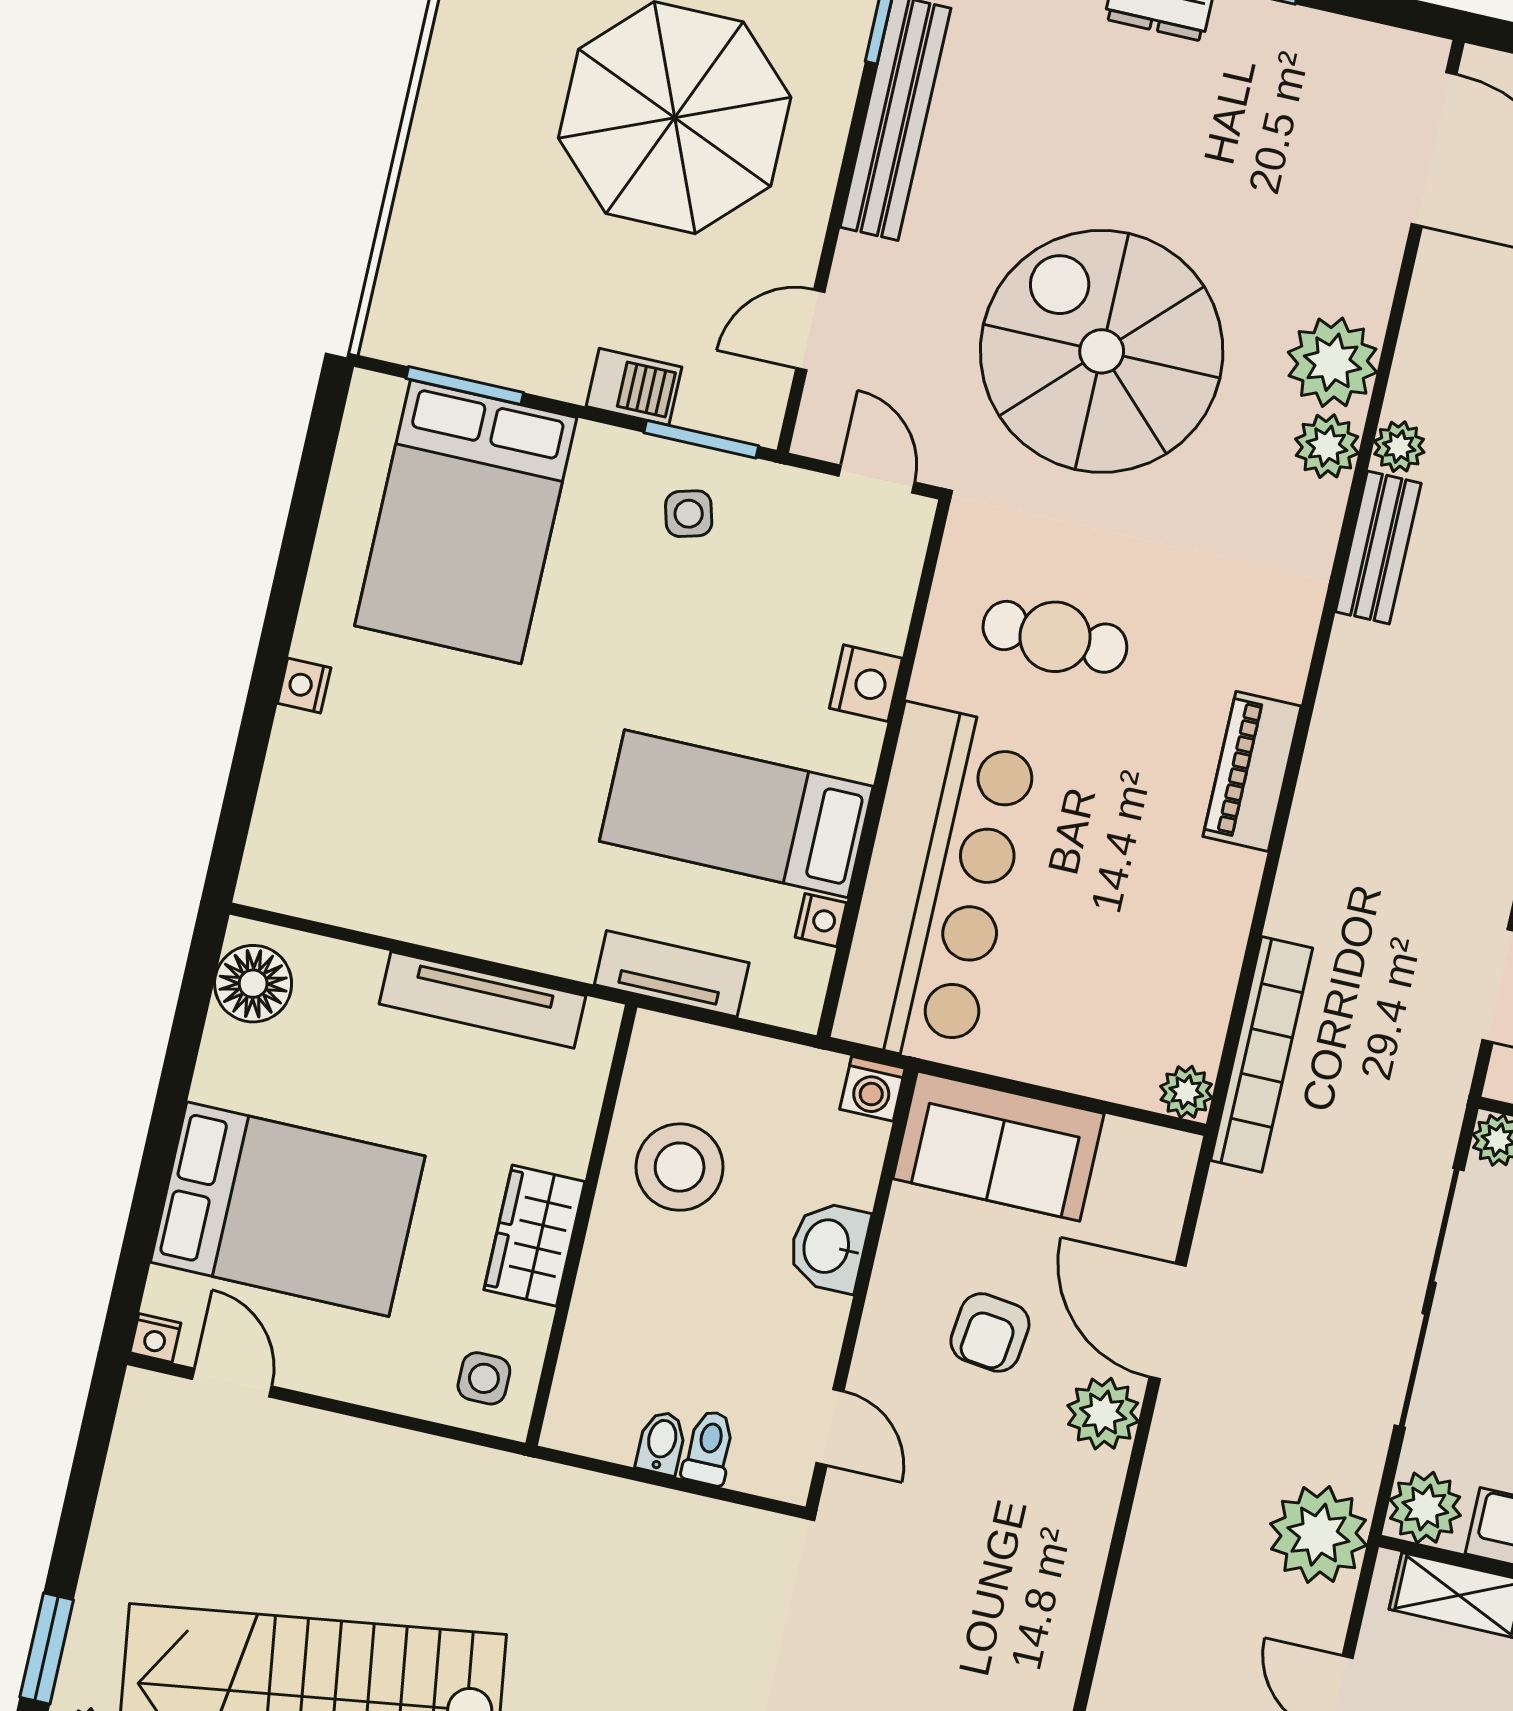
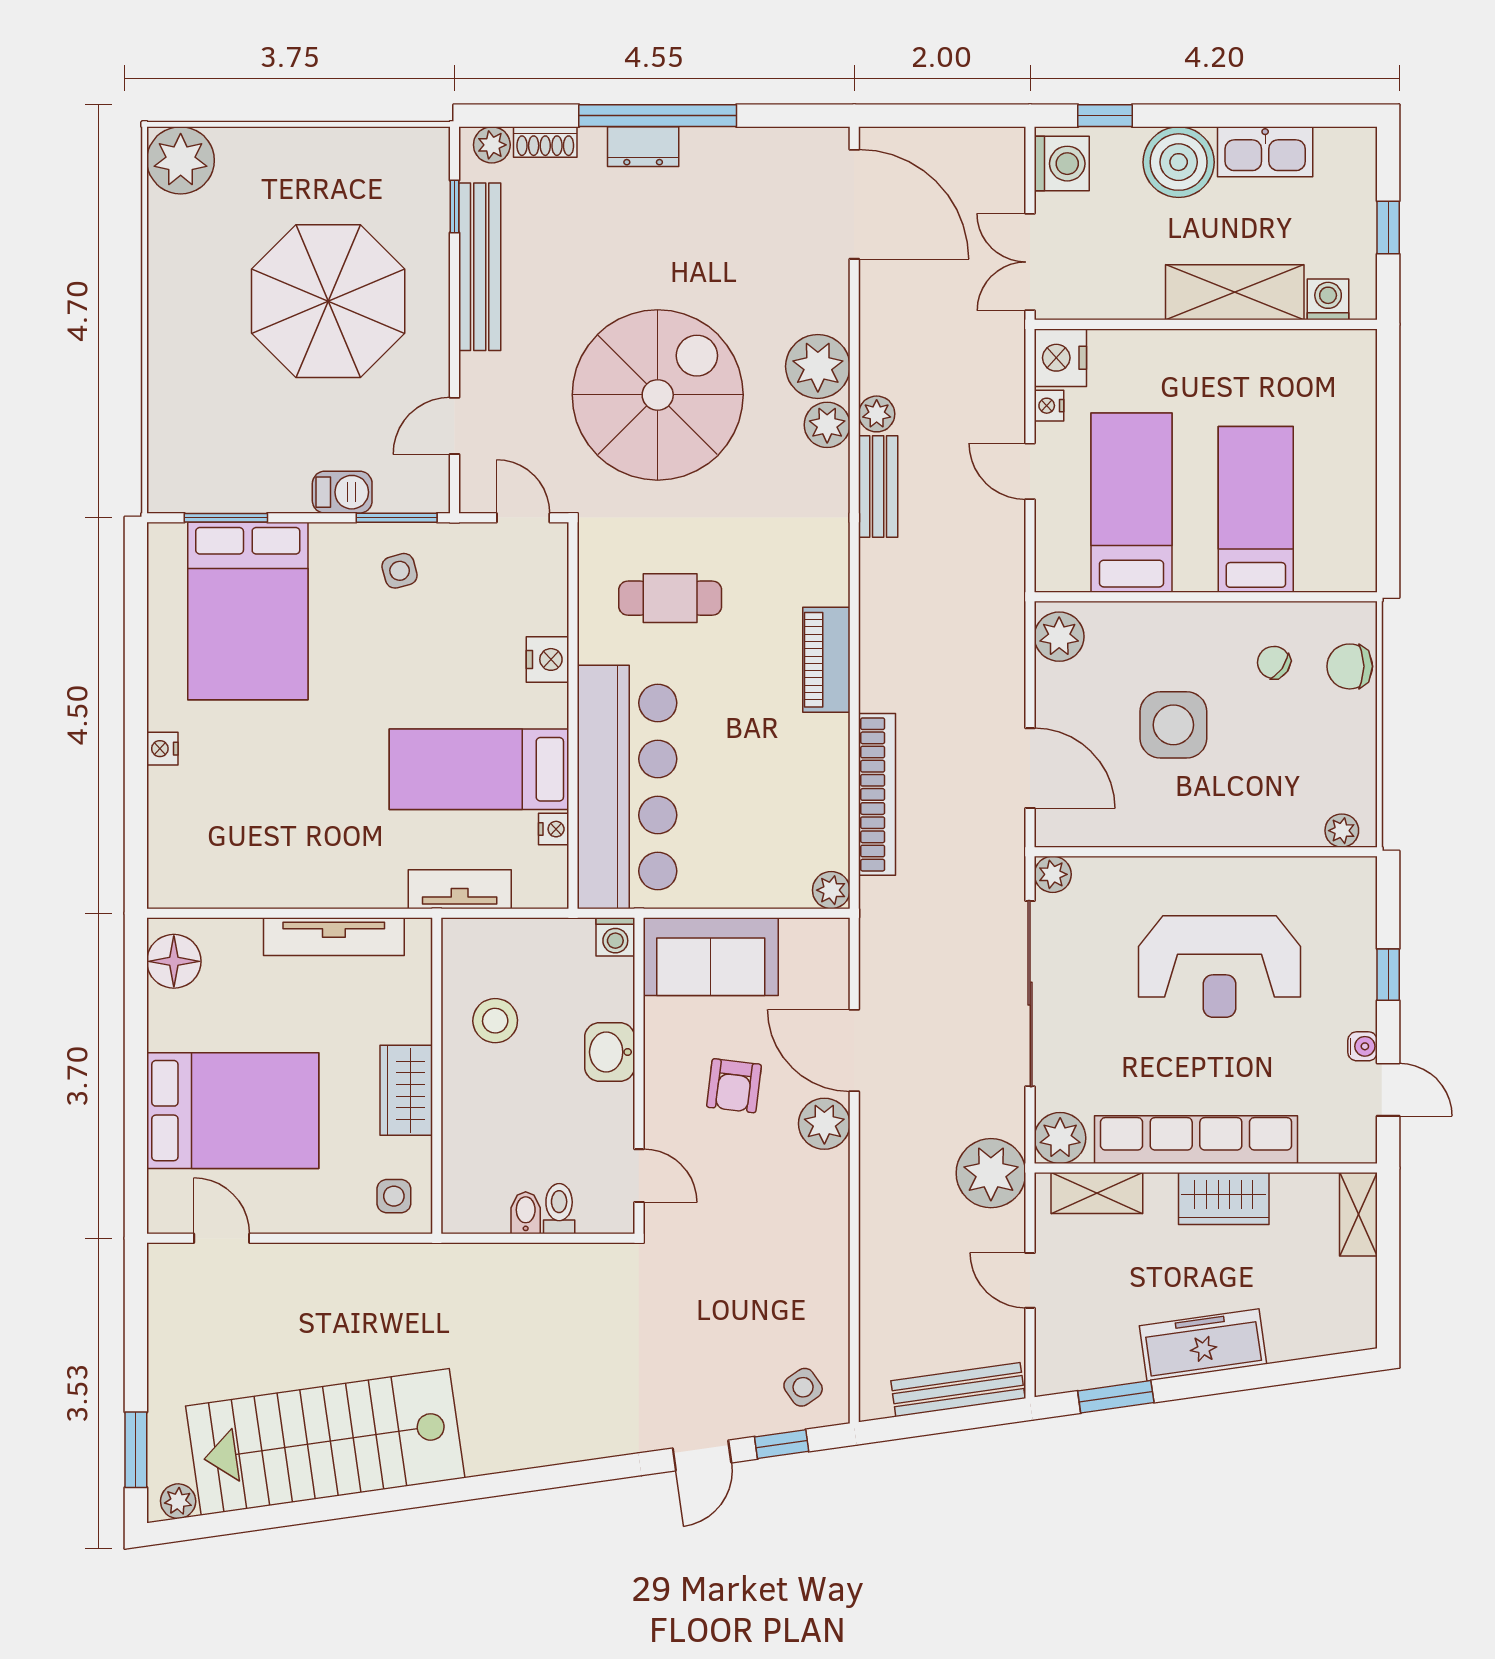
spiral stairs: (1102, 351) -> (658, 395), turned 90
bookcase: (1262, 1054) -> (877, 794), moved
stool: (680, 1167) -> (495, 1021), width x0.73, depth x0.73
nightstand: (155, 1338) -> (162, 1220), removed

